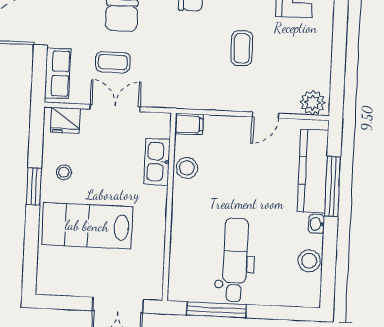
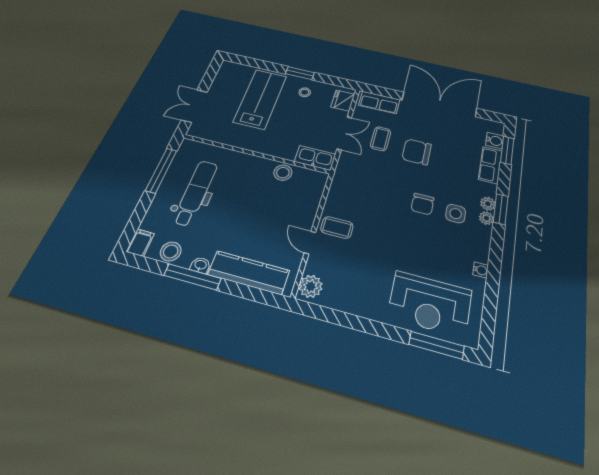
coffee table: (242, 48) -> (337, 227), moved
filing cabinet: (189, 124) -> (140, 243), moved, turned 180
kitchen sink: (157, 162) -> (315, 158), moved
window: (332, 186) -> (192, 277), moved
dental chair: (235, 260) -> (196, 193), turned -90

